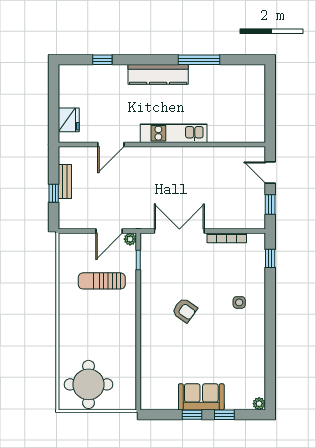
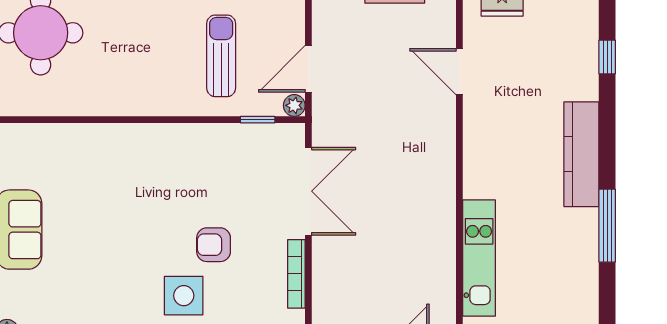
kitchen unit: (174, 133) -> (479, 258), moved
door: (109, 231) -> (308, 69), hinge flipped
side table: (239, 302) -> (184, 296), width x1.87, depth x1.87
armchair: (185, 310) -> (214, 245), moved, turned 55

